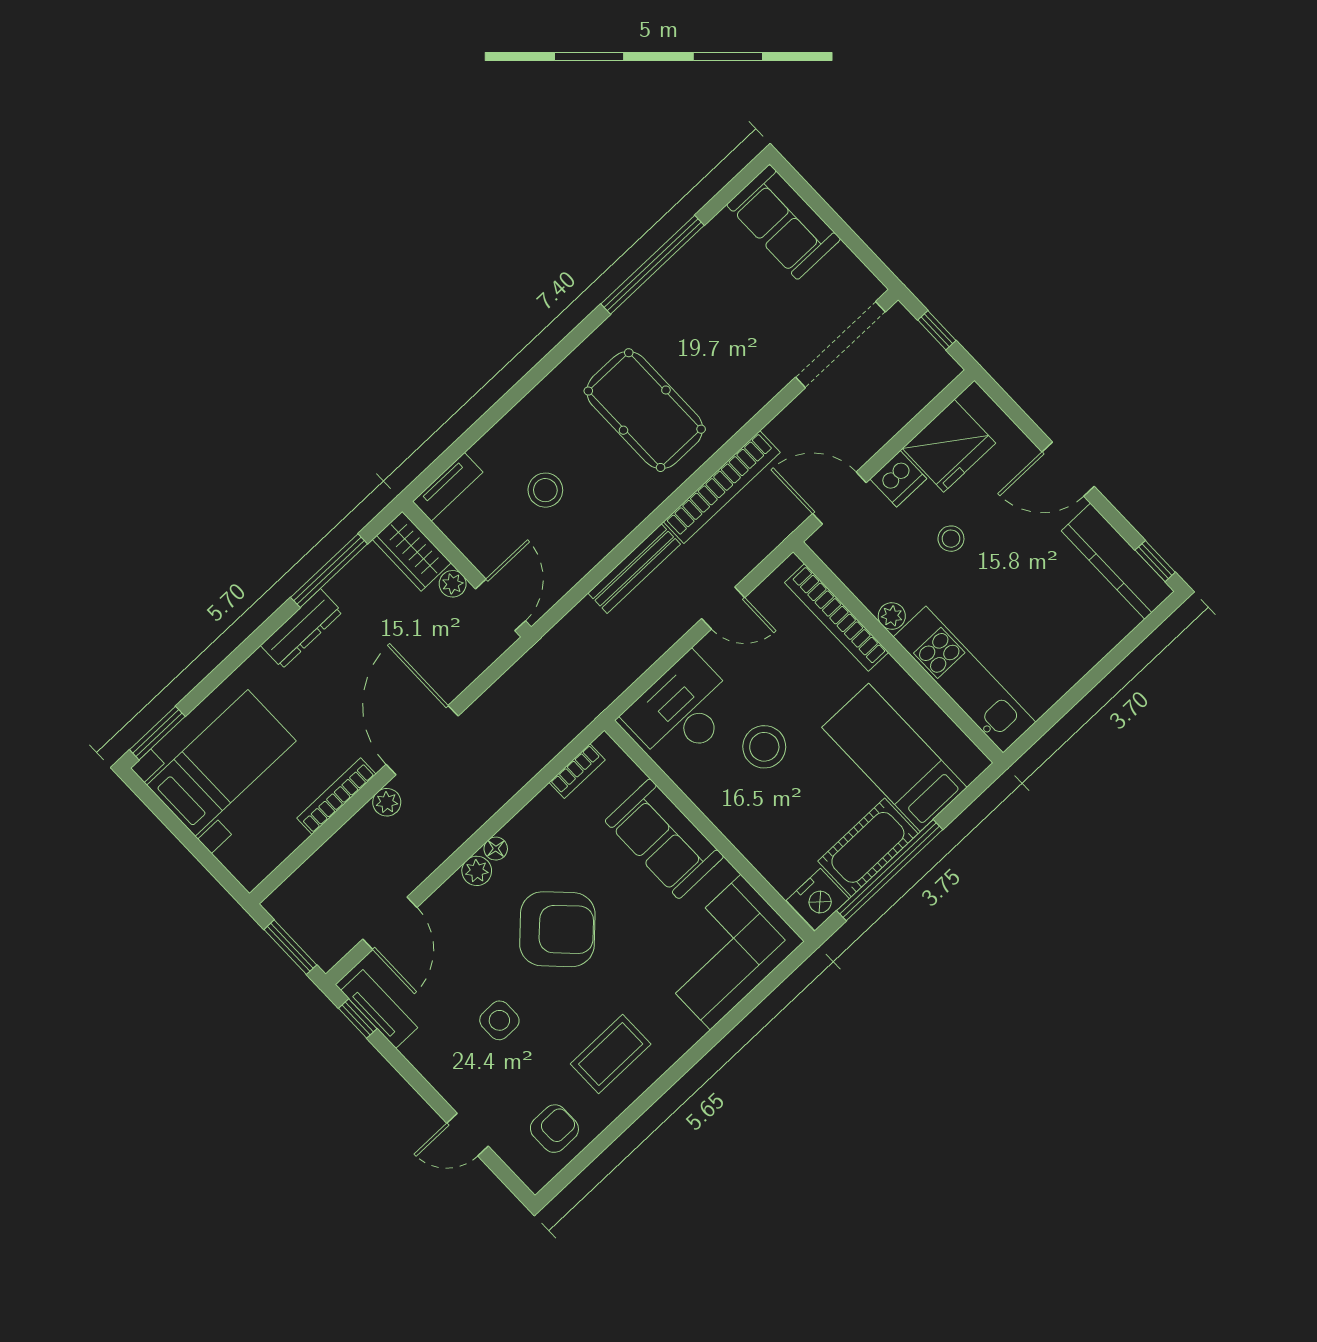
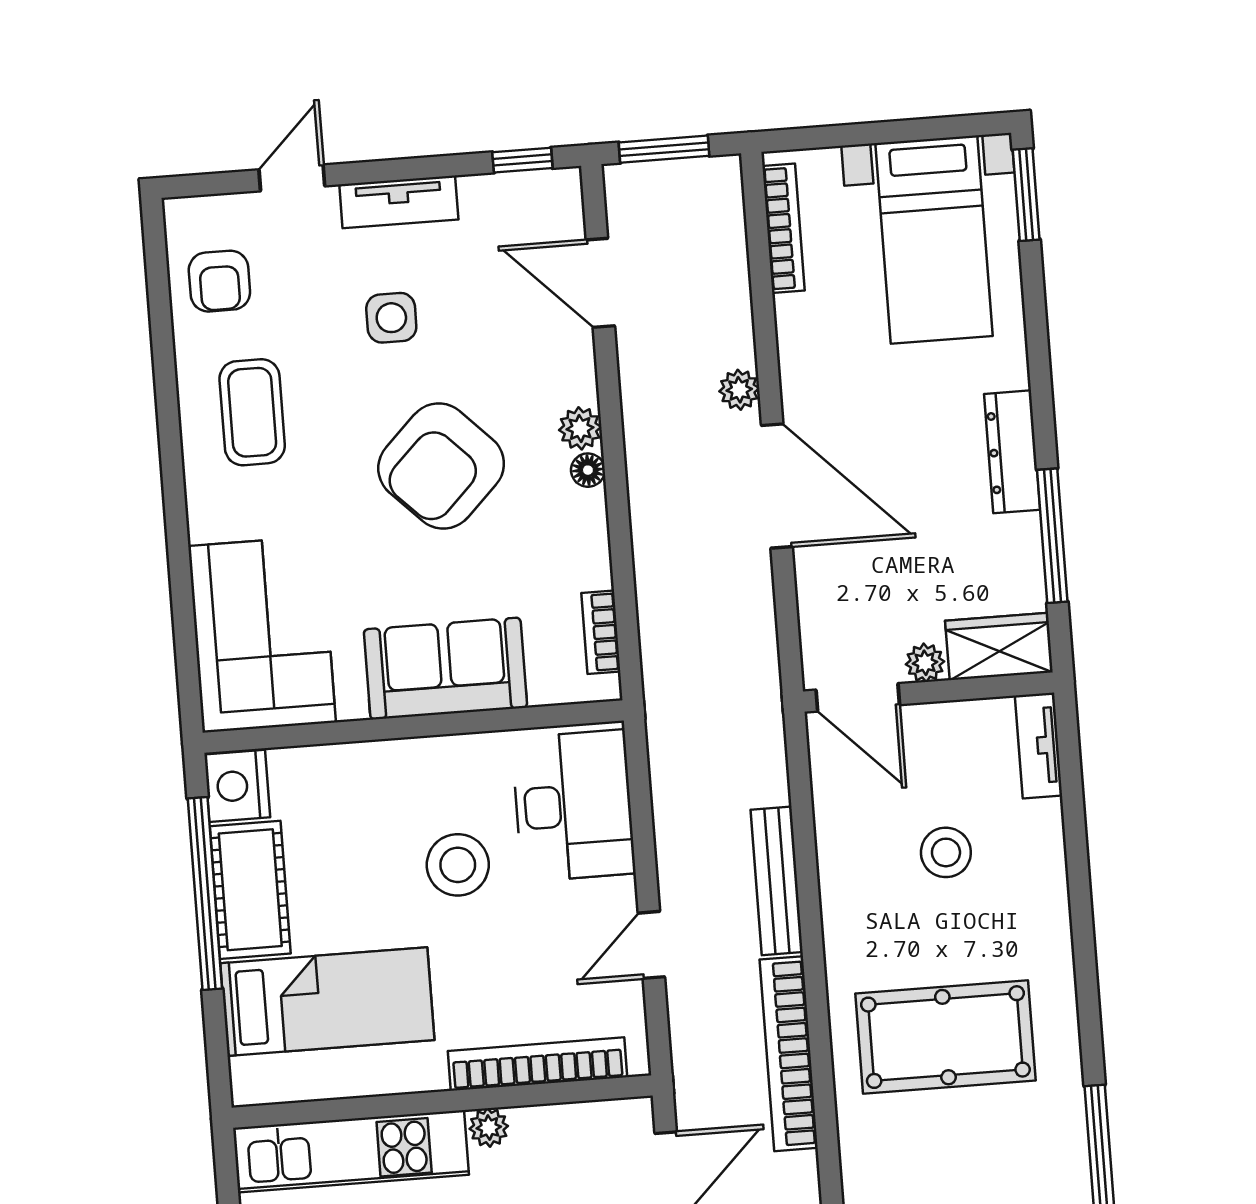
bookcase: (336, 796) -> (784, 228), moved
tv unit: (379, 1009) -> (399, 202), moved

